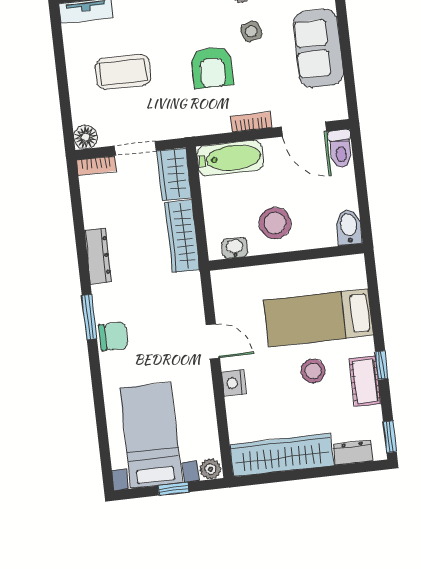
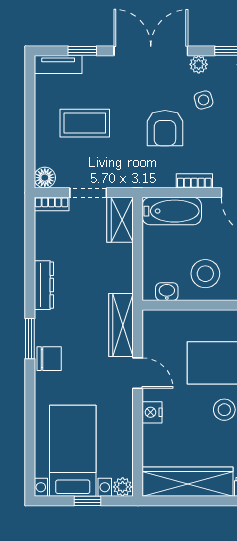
wardrobe: (182, 236) -> (121, 325), moved

